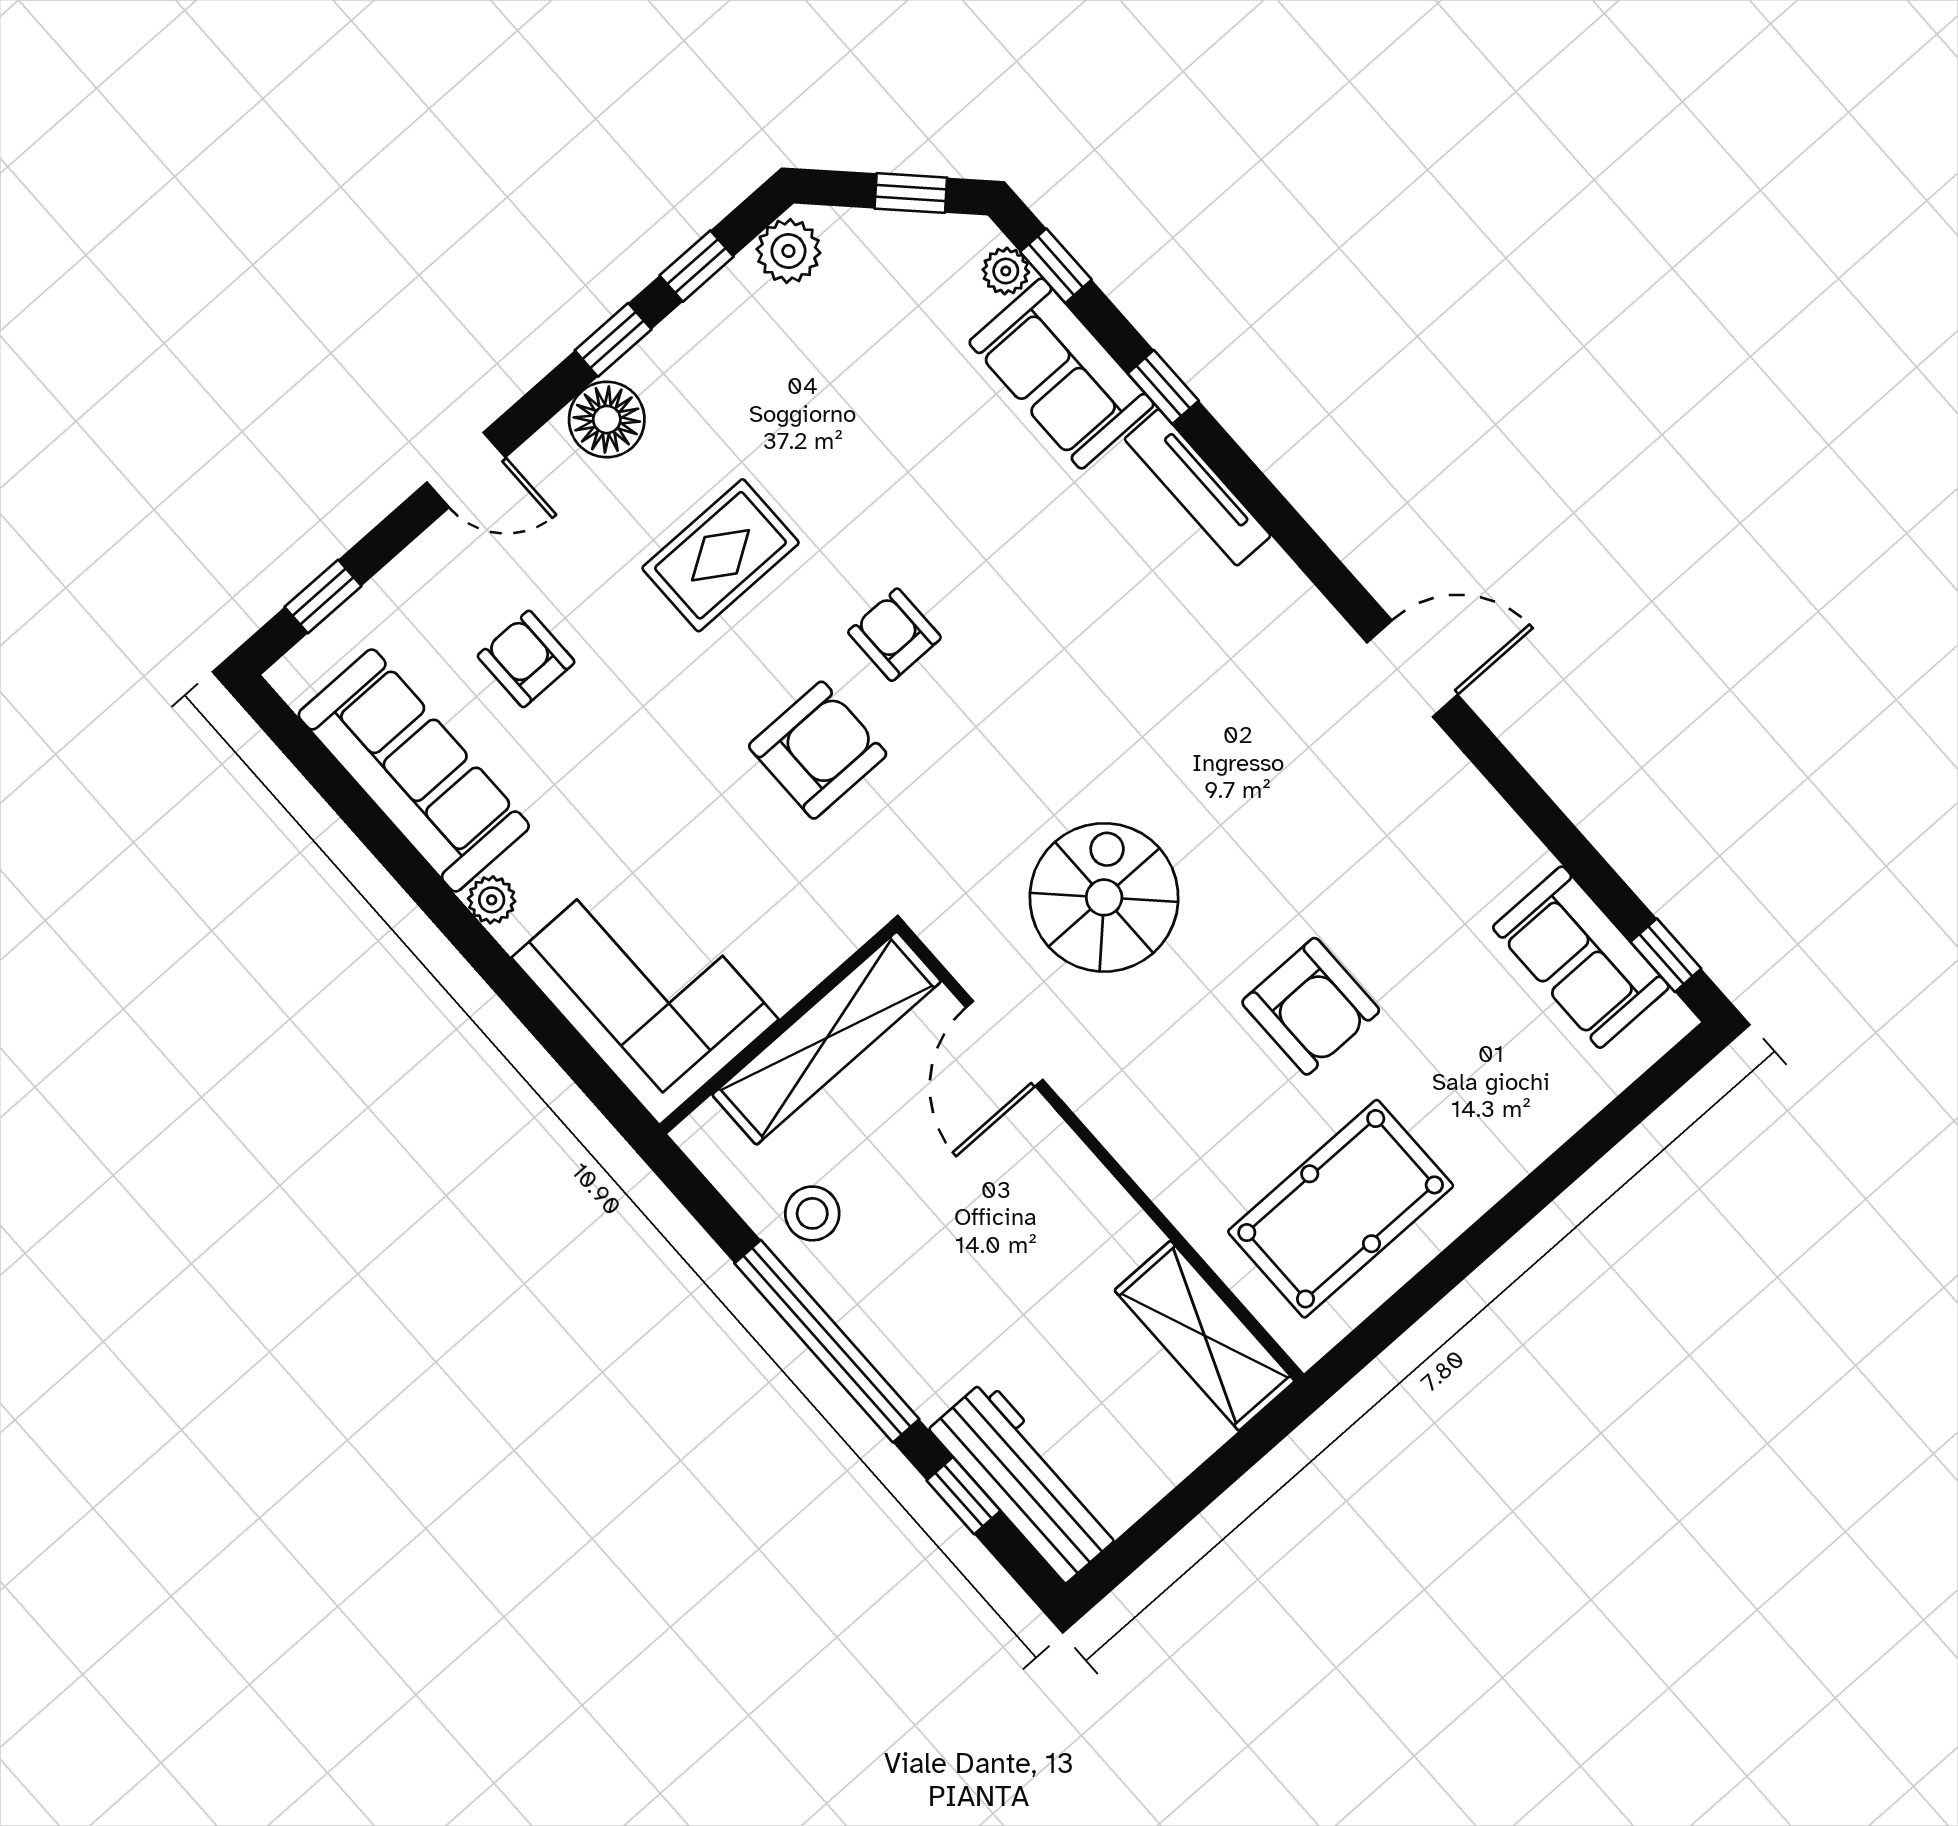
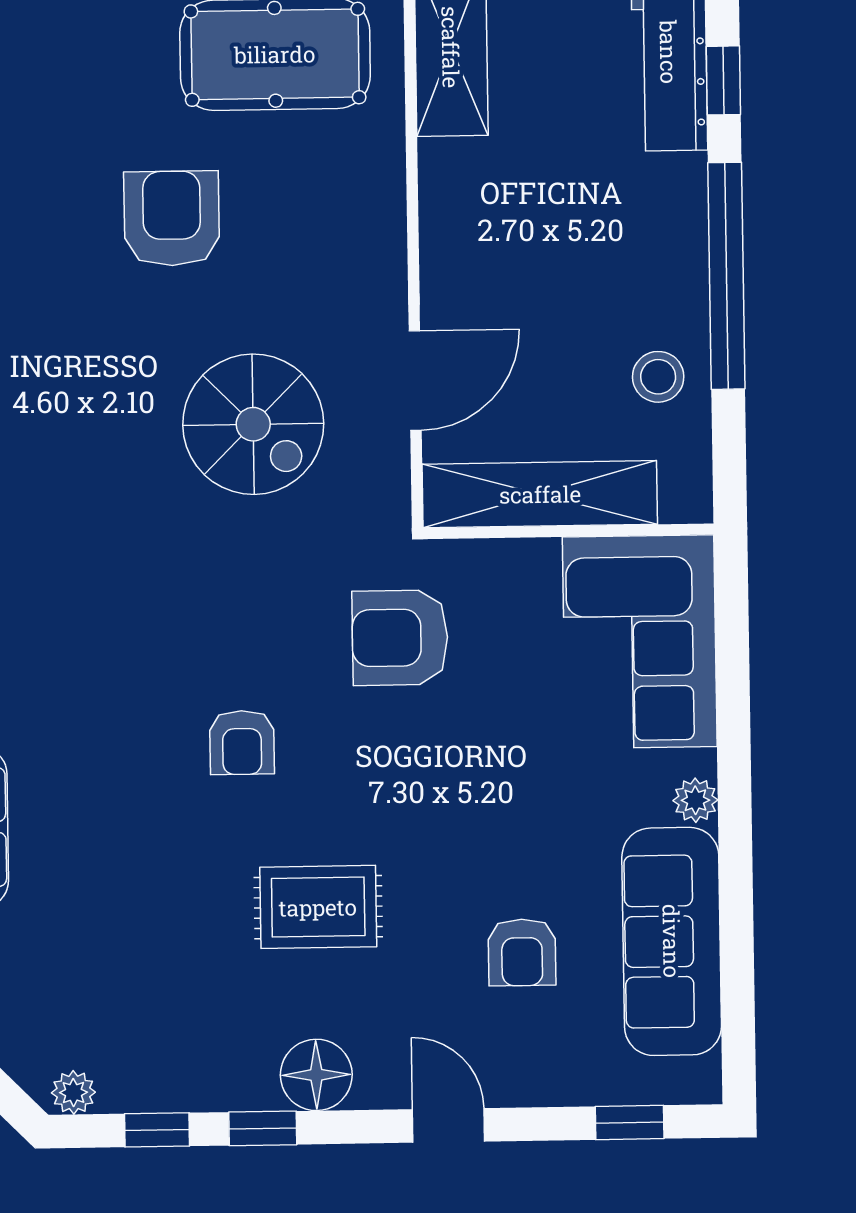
plant: (788, 251) -> (73, 1092), width x0.73, depth x0.73
armchair: (818, 750) -> (400, 638), moved
spiral stairs: (1104, 897) -> (253, 424), turned -90

